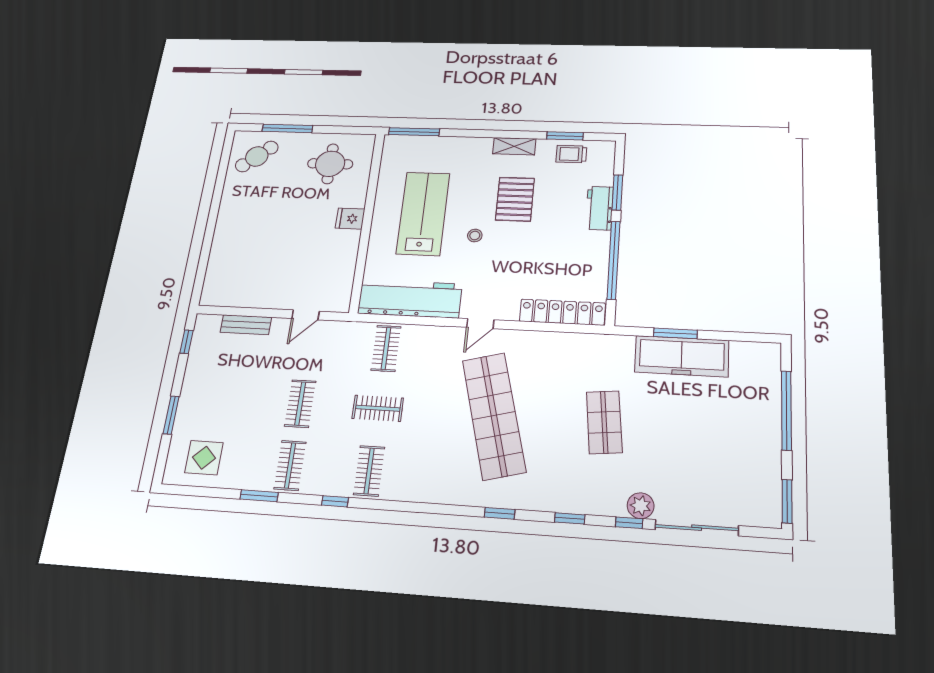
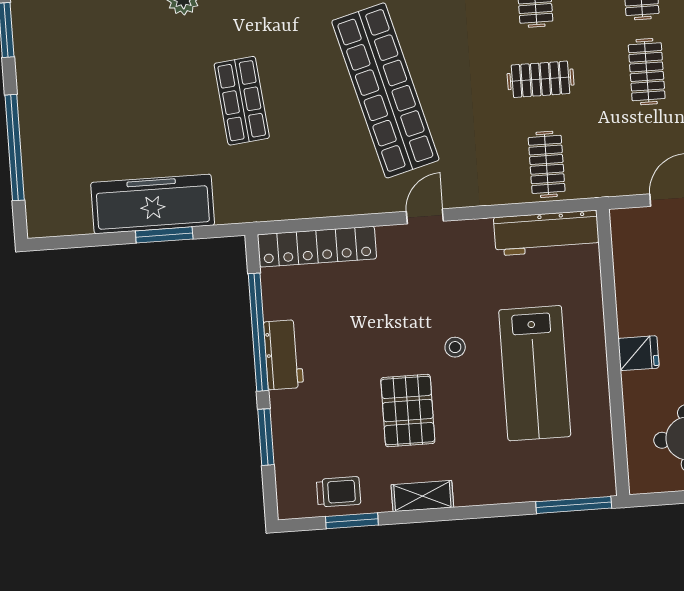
workbench: (599, 208) -> (284, 355), moved
workbench: (410, 299) -> (546, 233), width x0.73, depth x0.76

